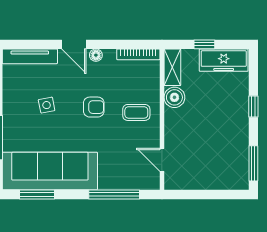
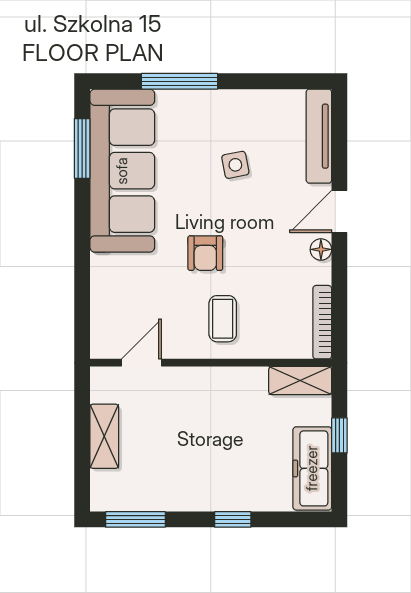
boiler: (174, 97) -> (249, 384), removed
armchair: (94, 107) -> (205, 253), moved
shelving: (205, 182) -> (104, 436), added
window: (114, 194) -> (82, 281), removed

